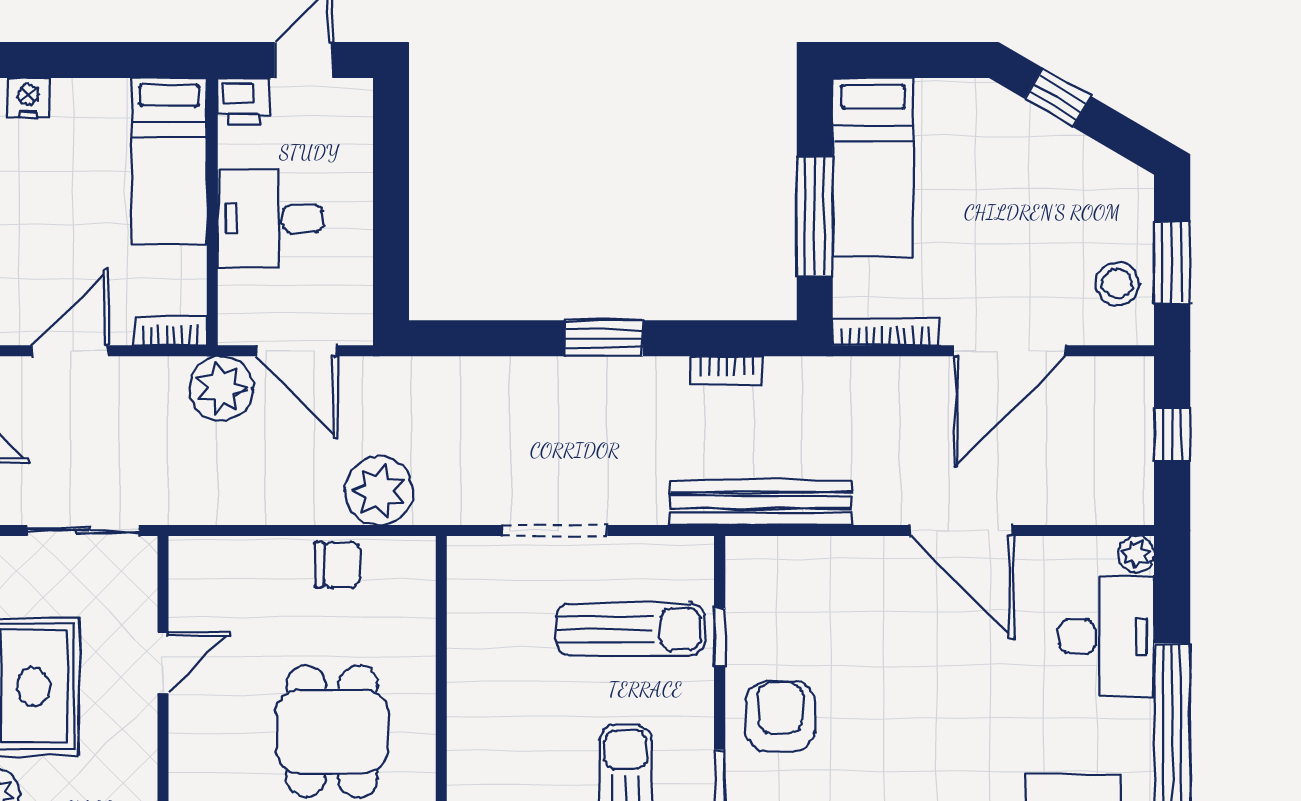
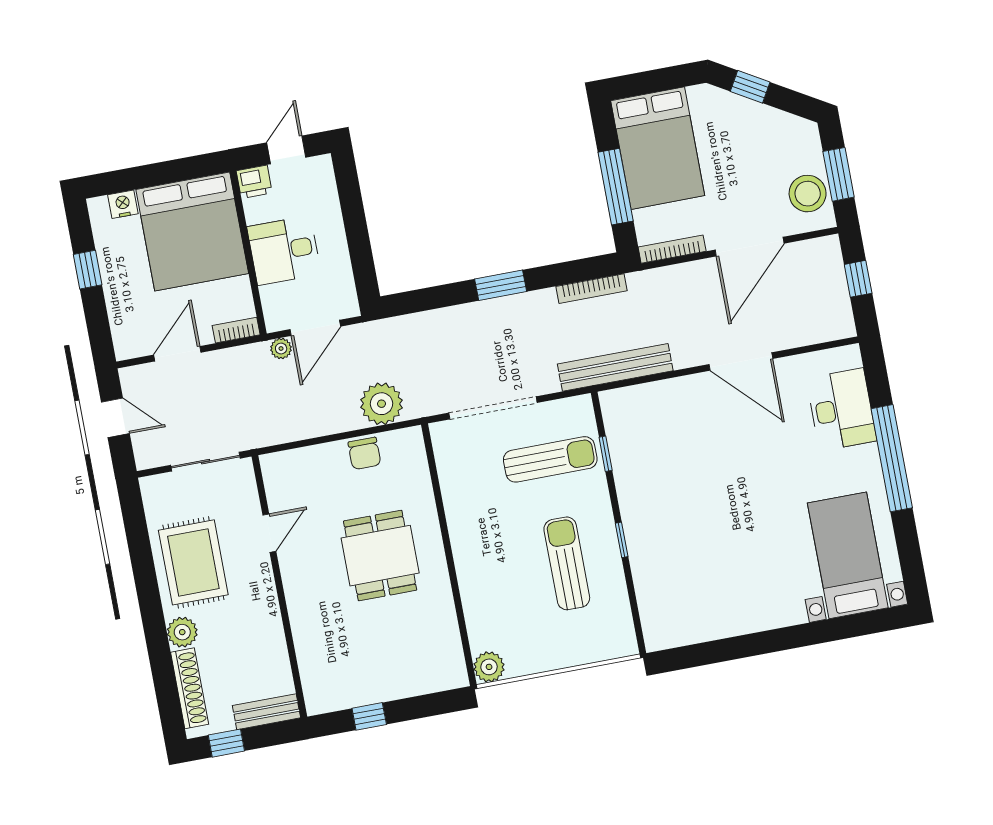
bed: (169, 161) -> (192, 231), width x2.04
bed: (873, 167) -> (658, 148), width x1.50
stool: (1117, 284) -> (808, 194), width x1.38, depth x1.38
door: (297, 351) -> (315, 328), hinge flipped
bookcase: (726, 371) -> (592, 289), width x1.56
plant: (221, 388) -> (281, 349), width x0.53, depth x0.53
doorway: (555, 530) -> (493, 408), width x1.36
plant: (1136, 554) -> (850, 356), removed
chair: (337, 565) -> (364, 453), turned 90
armchair: (780, 716) -> (651, 495), removed

